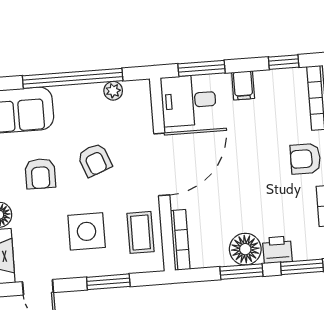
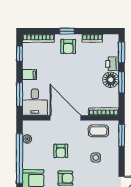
armchair: (95, 160) -> (61, 151), turned 111
side table: (87, 231) -> (96, 158), width x0.54, depth x0.54
window: (108, 282) -> (122, 135), moved

